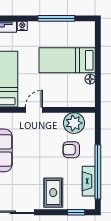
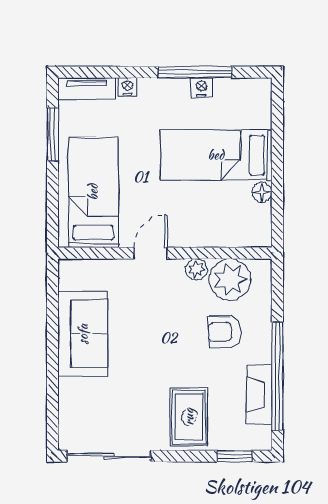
nightstand: (60, 26) -> (201, 88), added
plant: (57, 118) -> (196, 269), added

